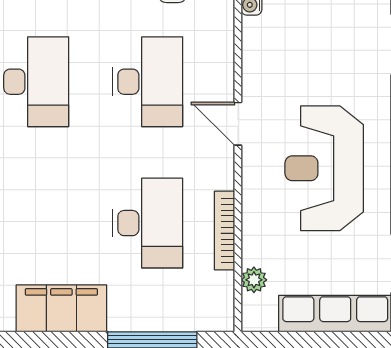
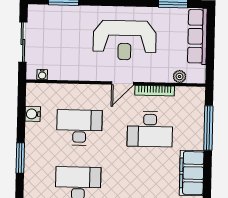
door: (238, 124) -> (122, 83), moved
desk: (147, 223) -> (150, 129), turned 180

